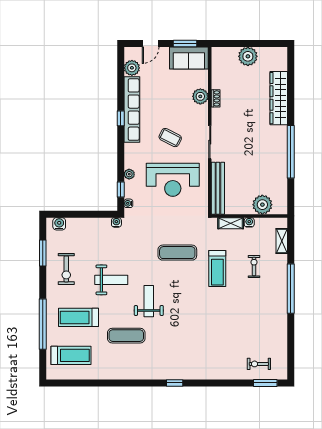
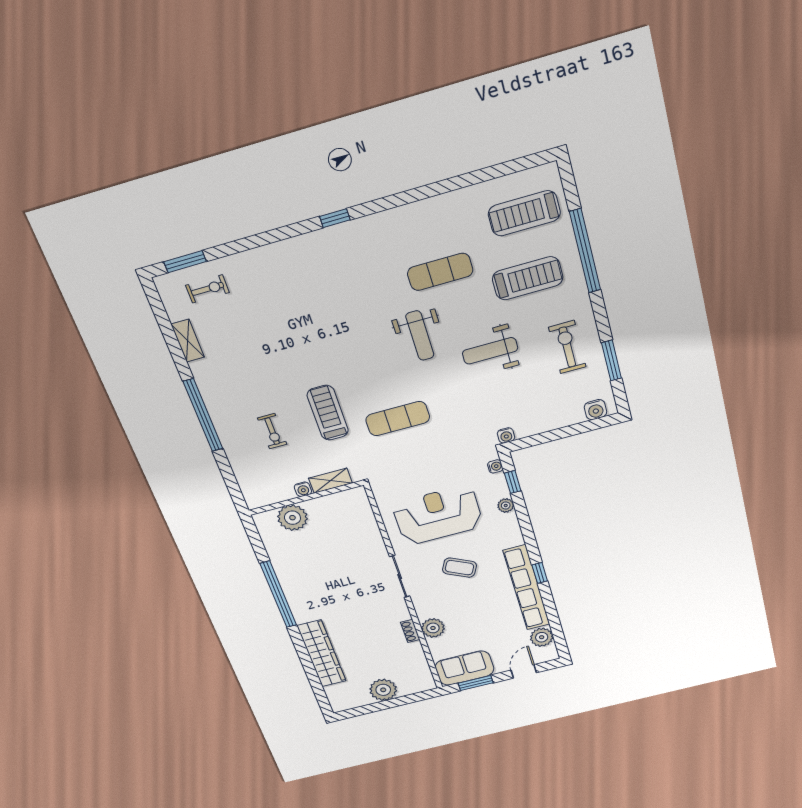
bench: (218, 188) -> (367, 522), removed
shelving: (282, 241) -> (188, 341), moved

